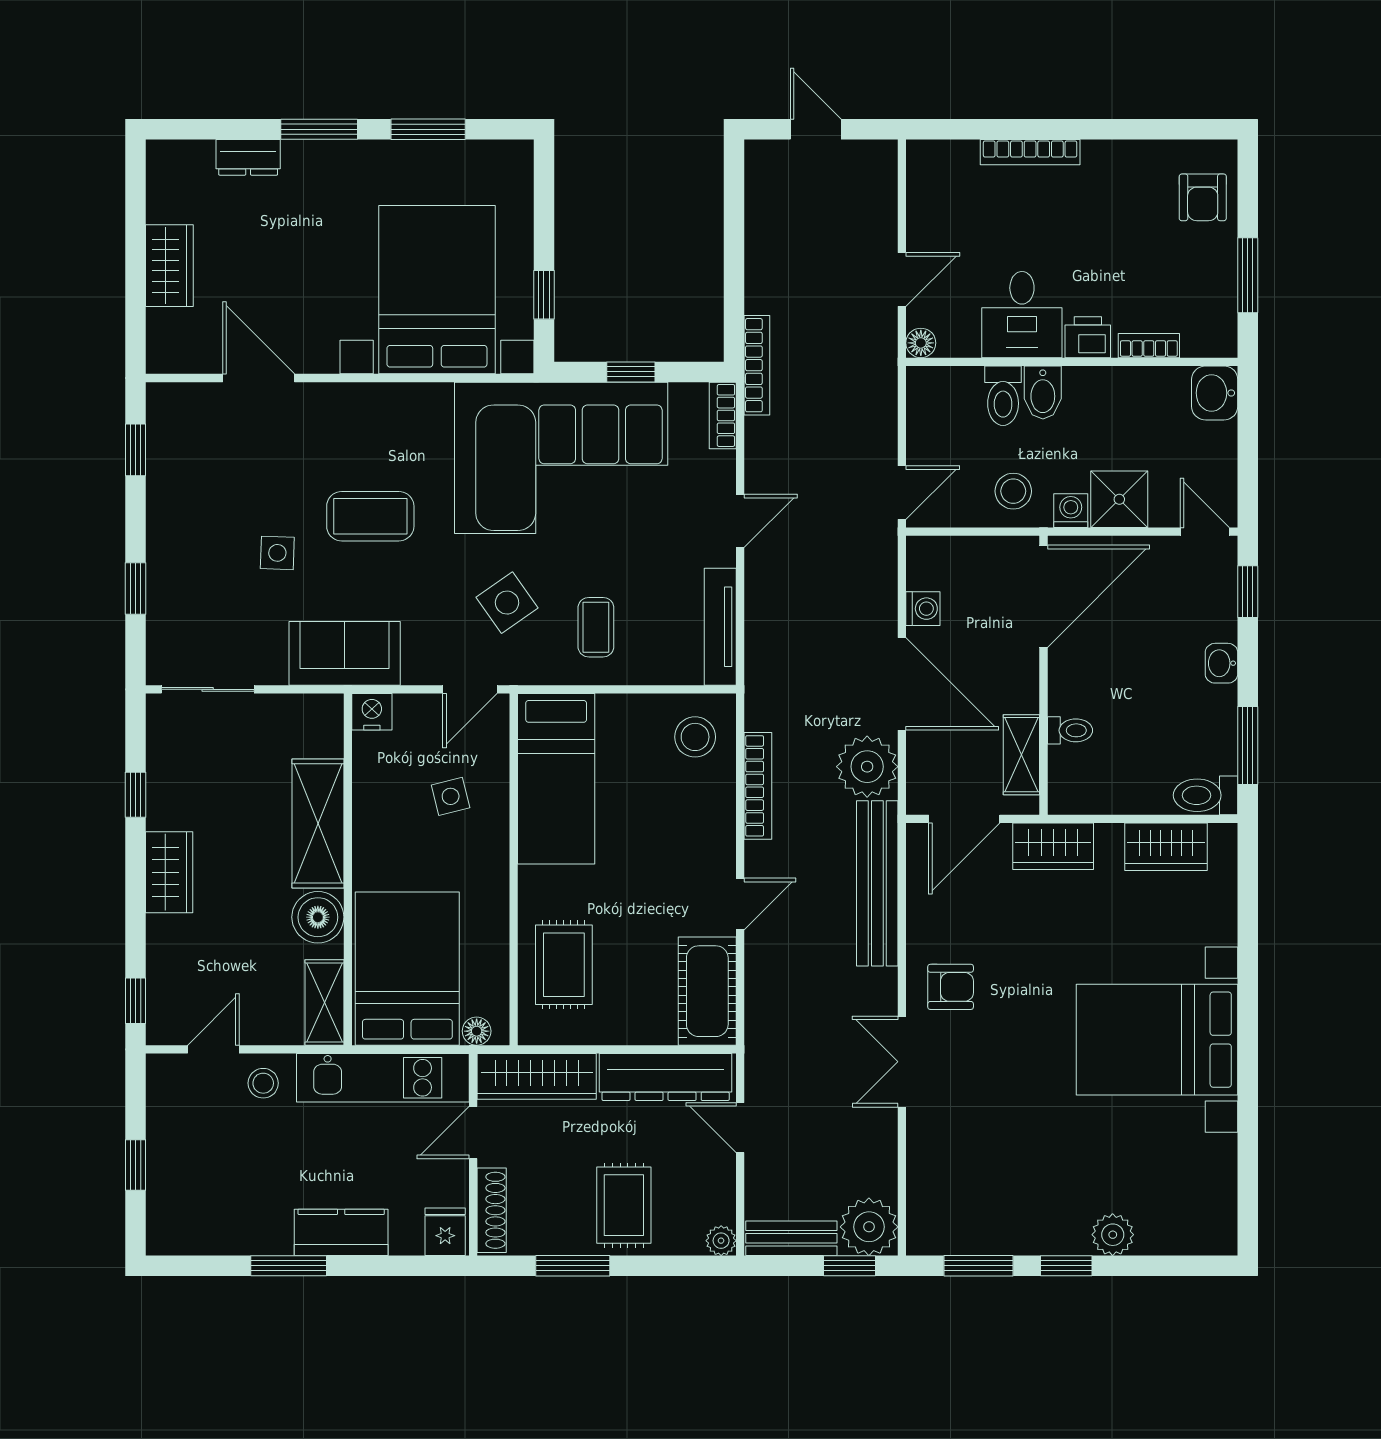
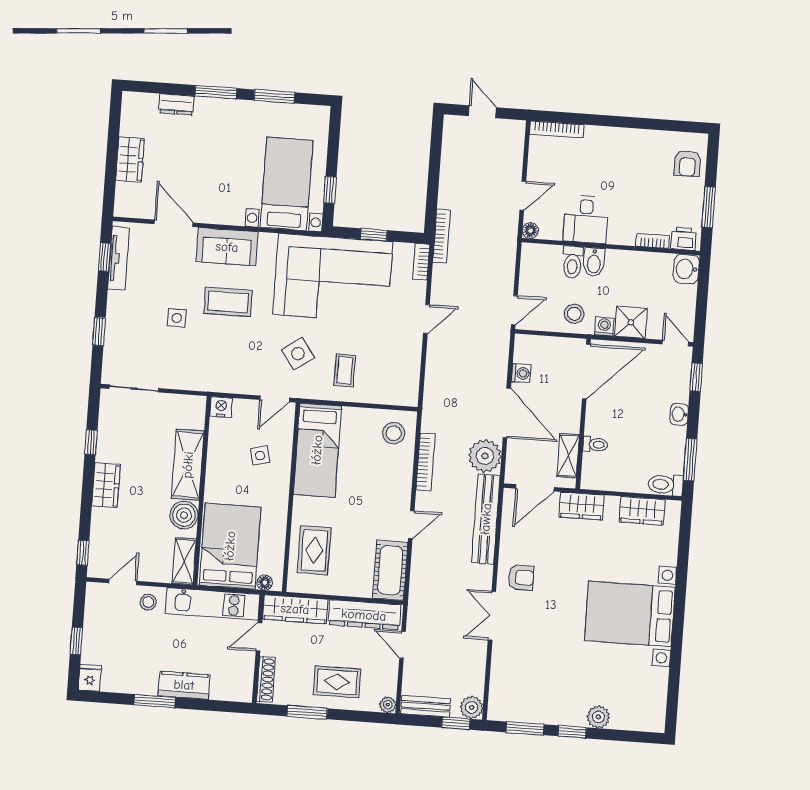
bookcase: (1030, 152) -> (557, 129), moved
bed with nightstands: (437, 290) -> (287, 184), width x0.73
printer: (1088, 337) -> (683, 239), moved
tv unit: (720, 627) -> (118, 258), moved, turned 180
sofa: (345, 653) -> (227, 247), moved, turned 180
rug: (624, 1205) -> (337, 682), turned 90
plant: (869, 1227) -> (472, 708), width x0.73, depth x0.73
fridge: (445, 1232) -> (90, 678), moved

